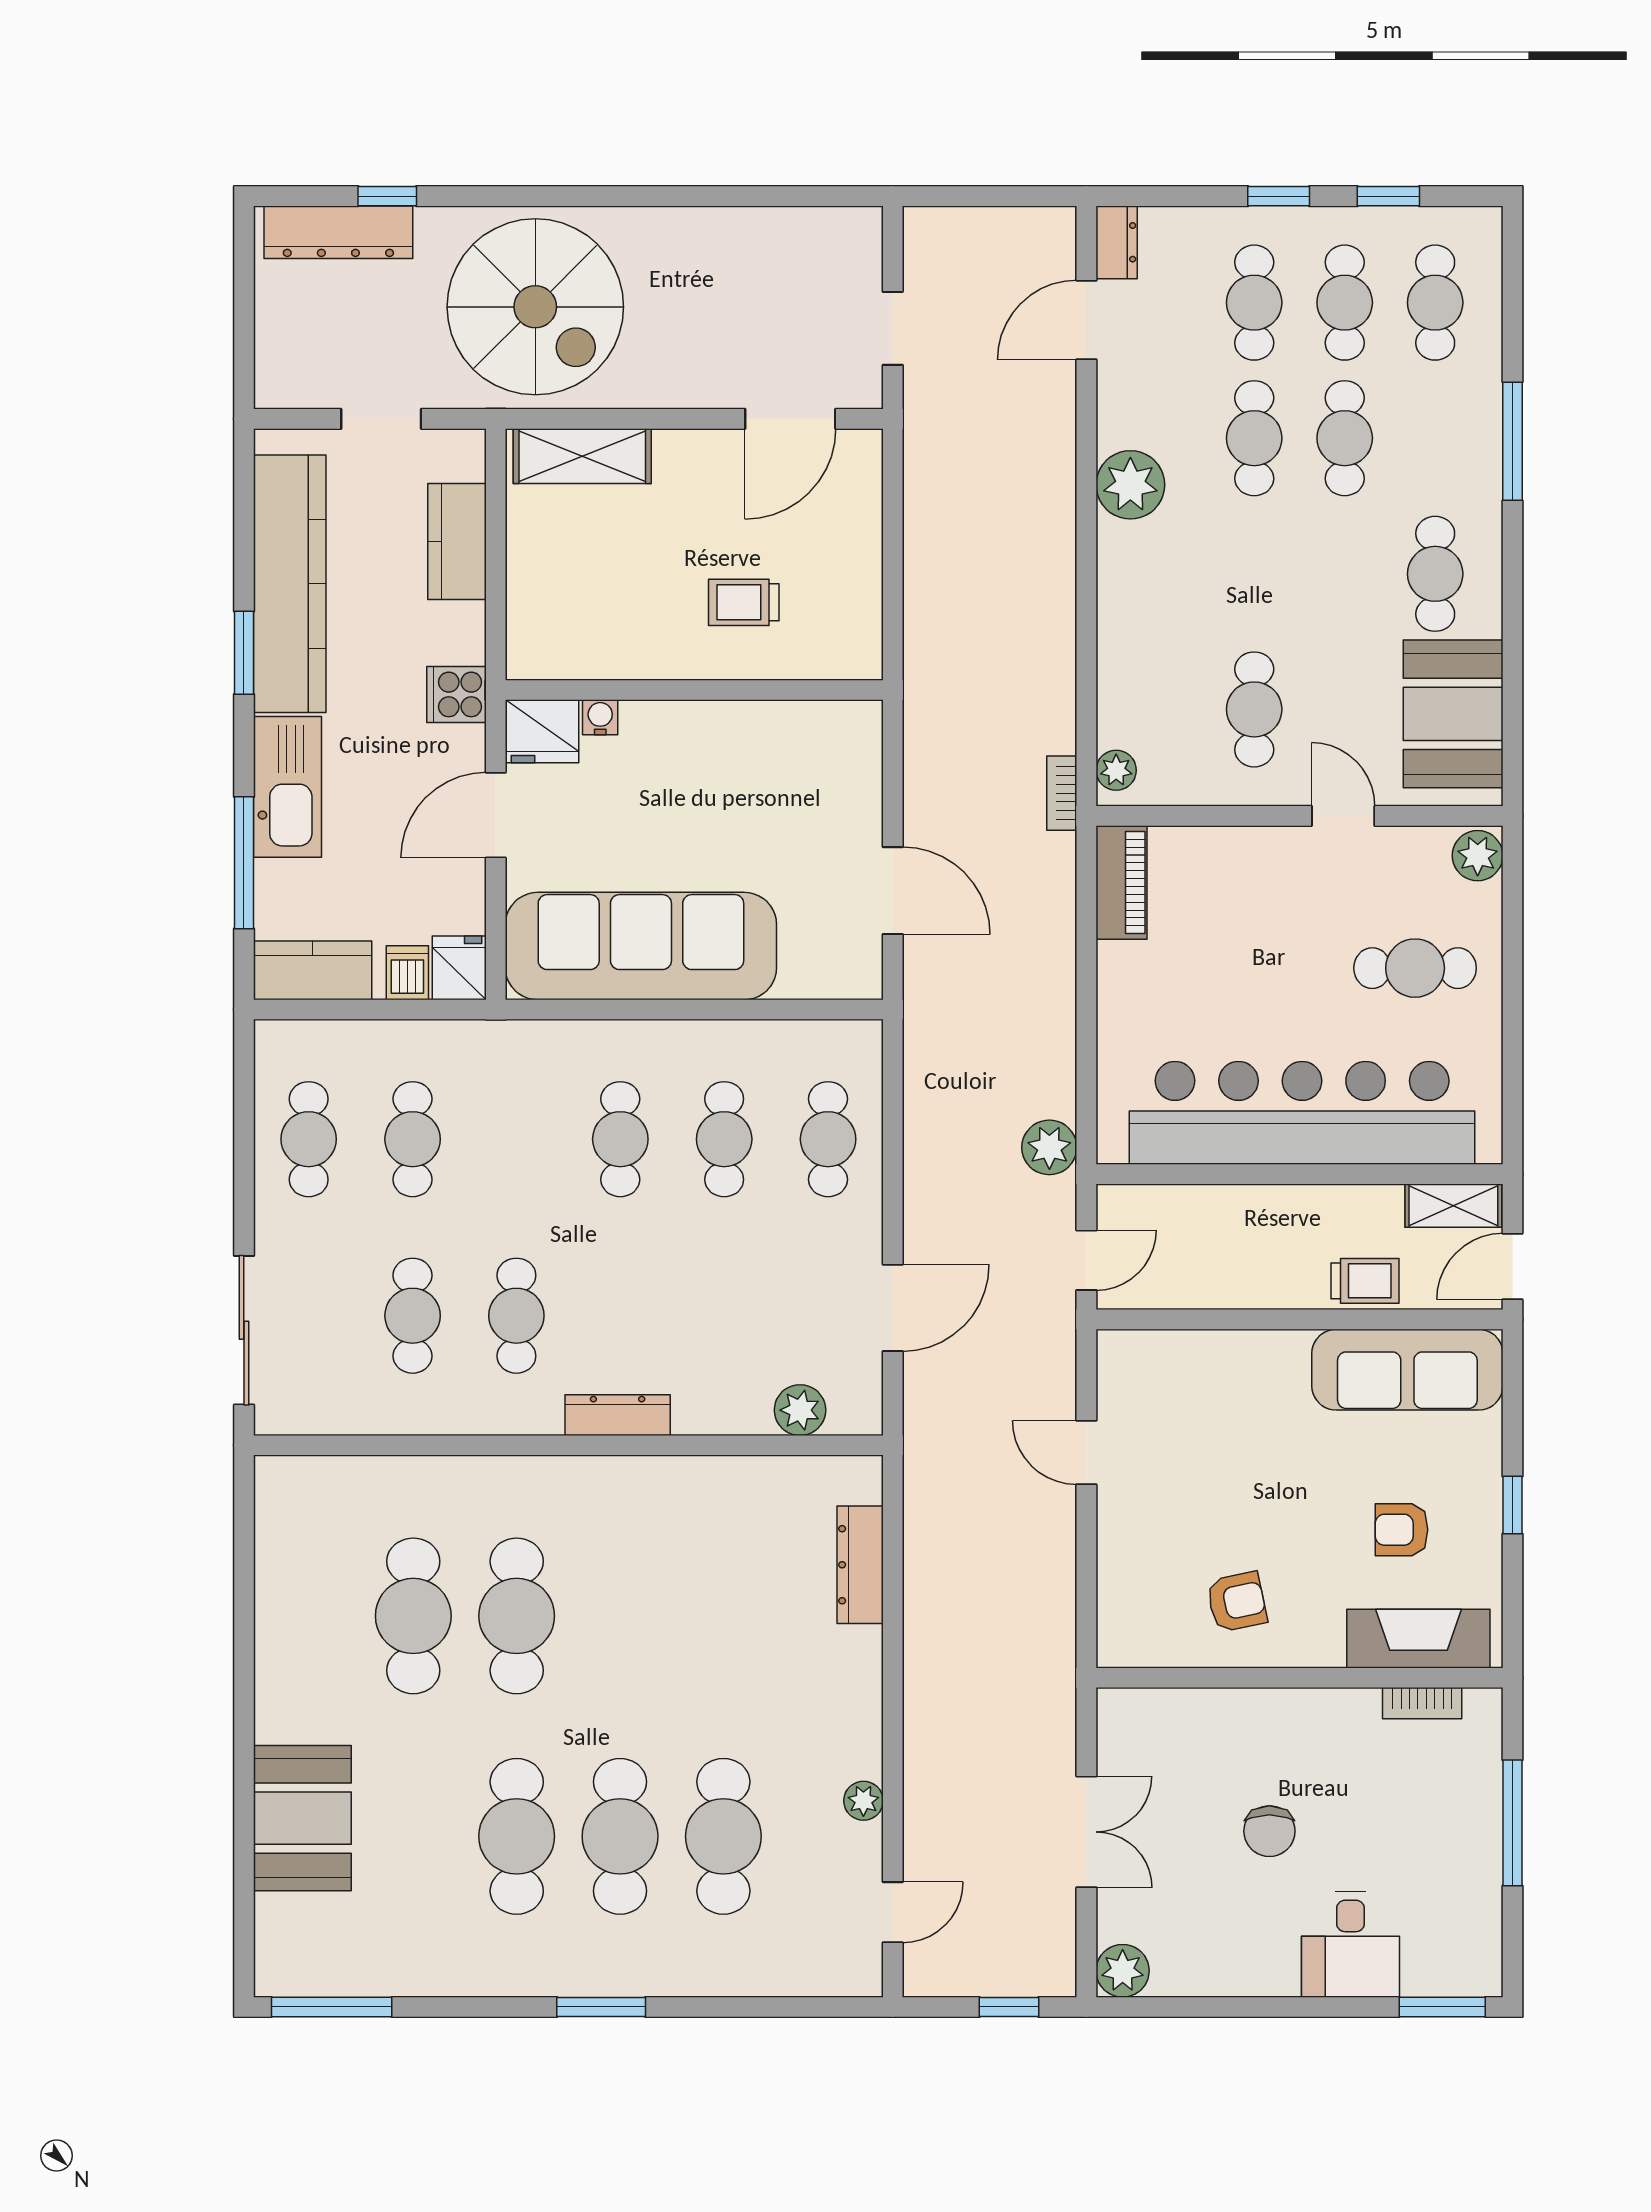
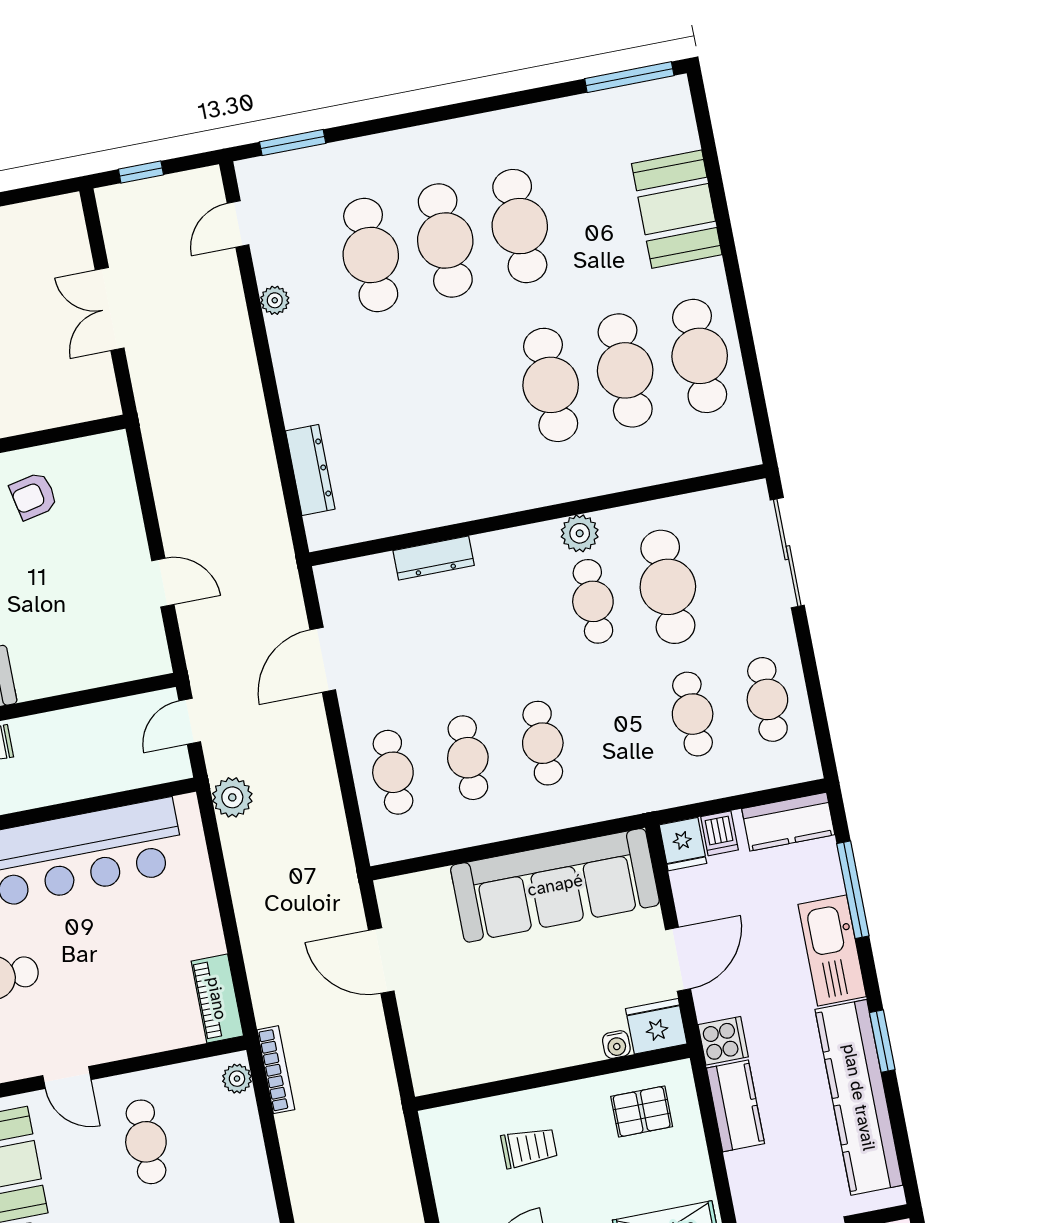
kitchen counter: (457, 542) -> (735, 1106), moved
pallet: (584, 621) -> (642, 1111), added
bookcase: (1062, 793) -> (276, 1070), width x1.56
cafe table: (413, 1316) -> (668, 587), width x1.37, depth x1.35
plant: (800, 1410) -> (580, 533), moved
dresser: (618, 1415) -> (434, 558), moved
cafe table: (310, 1616) -> (700, 356), added
plant: (1123, 1971) -> (64, 214), removed
window: (601, 2007) -> (293, 143), moved

